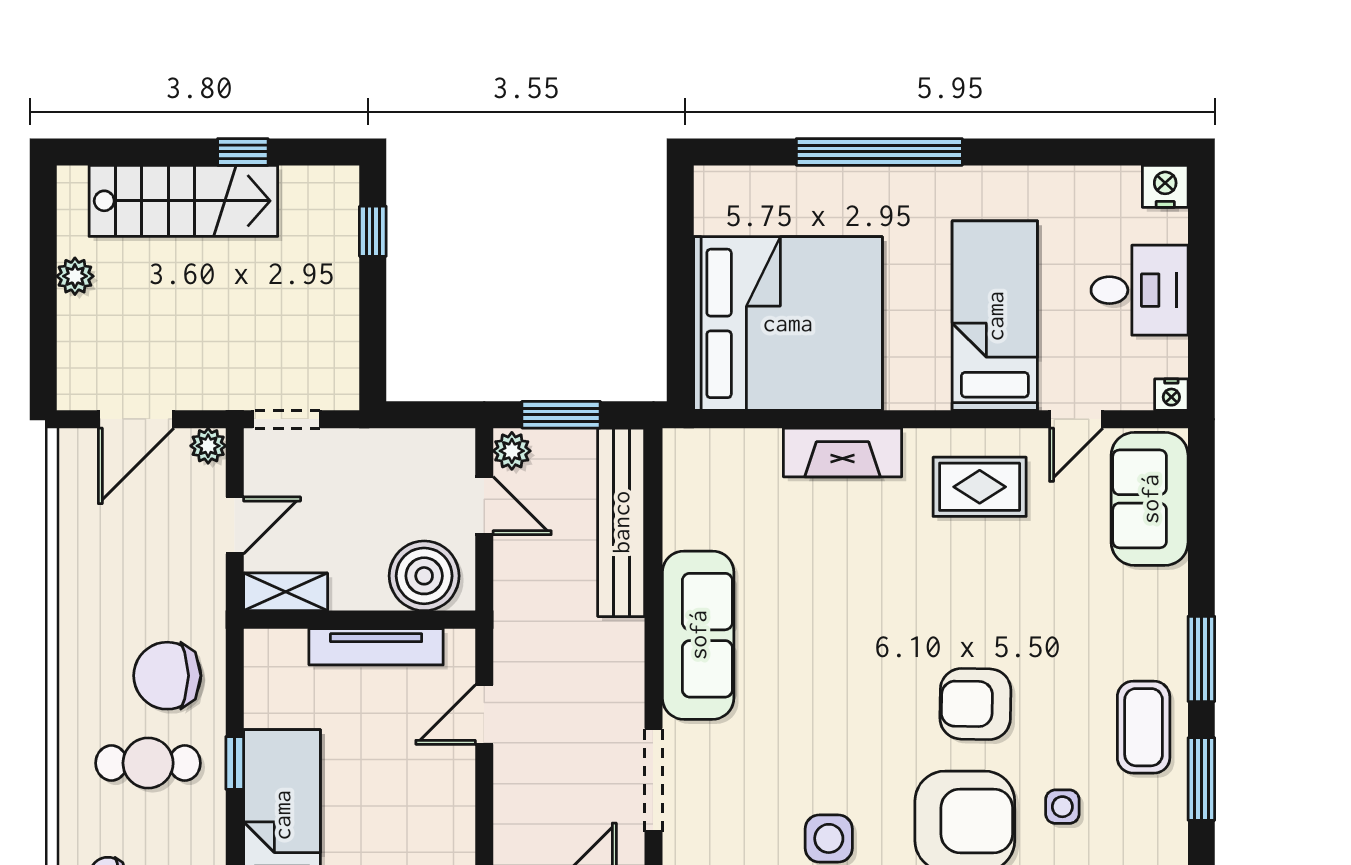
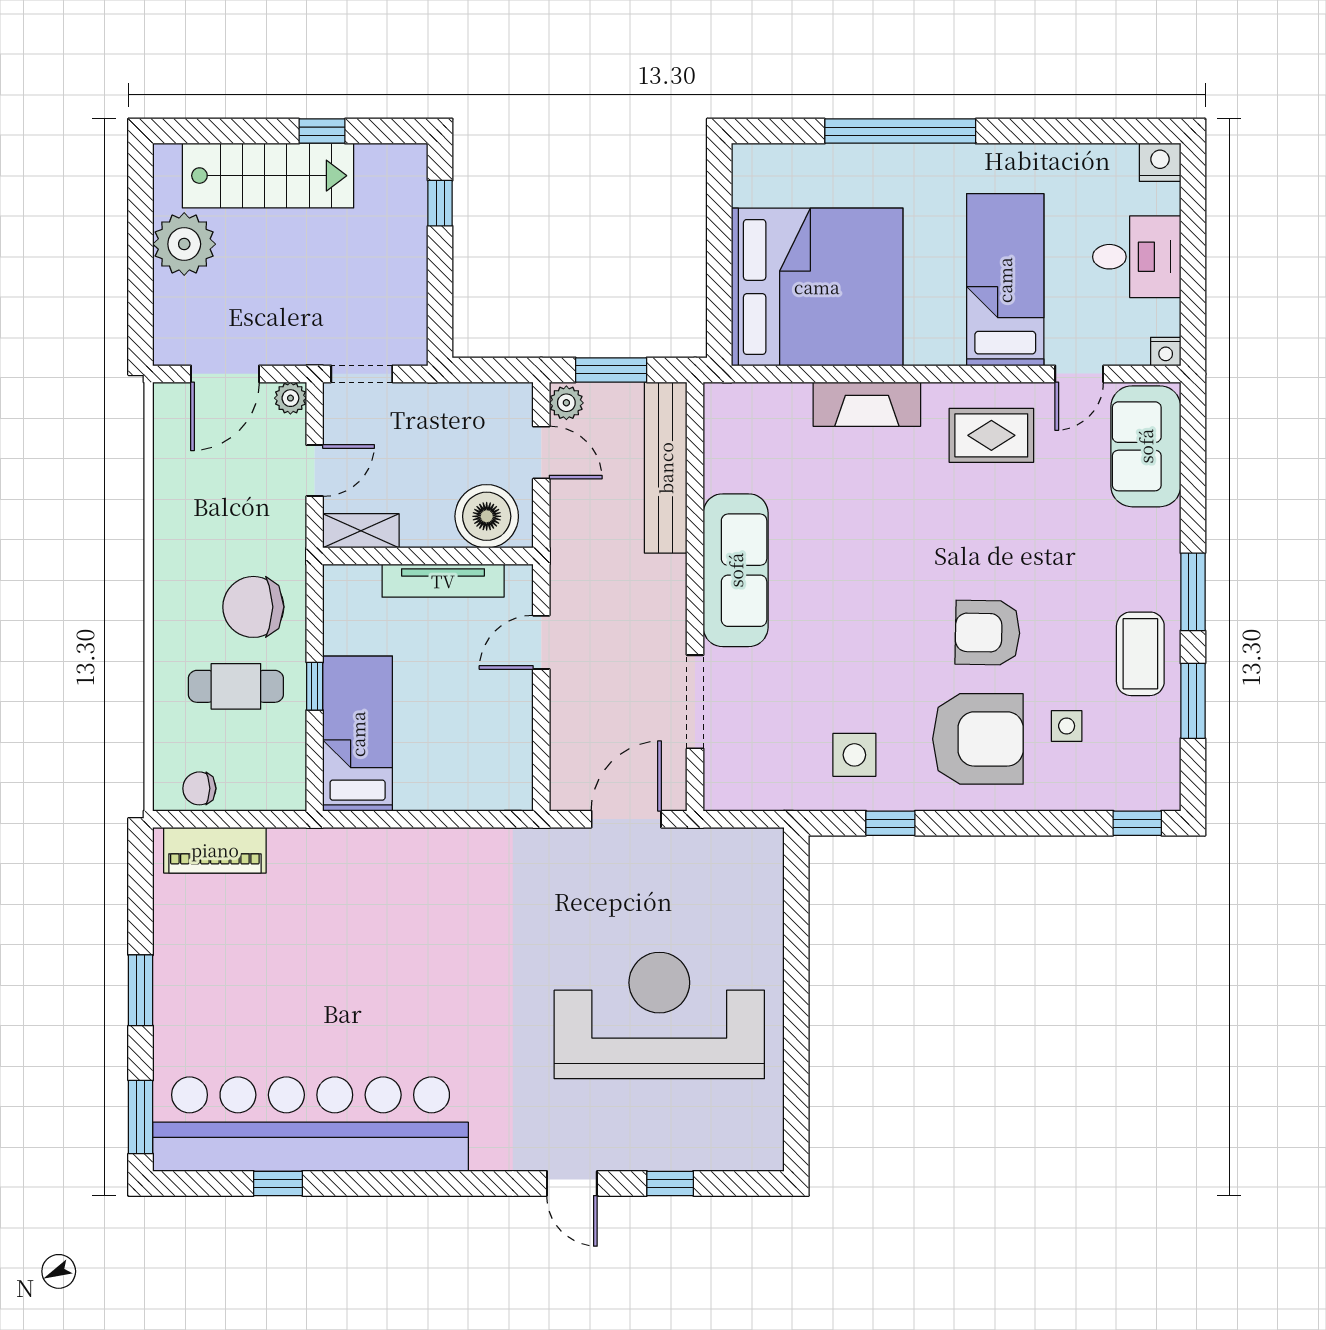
plant: (75, 276) -> (184, 244), width x1.88, depth x1.88

